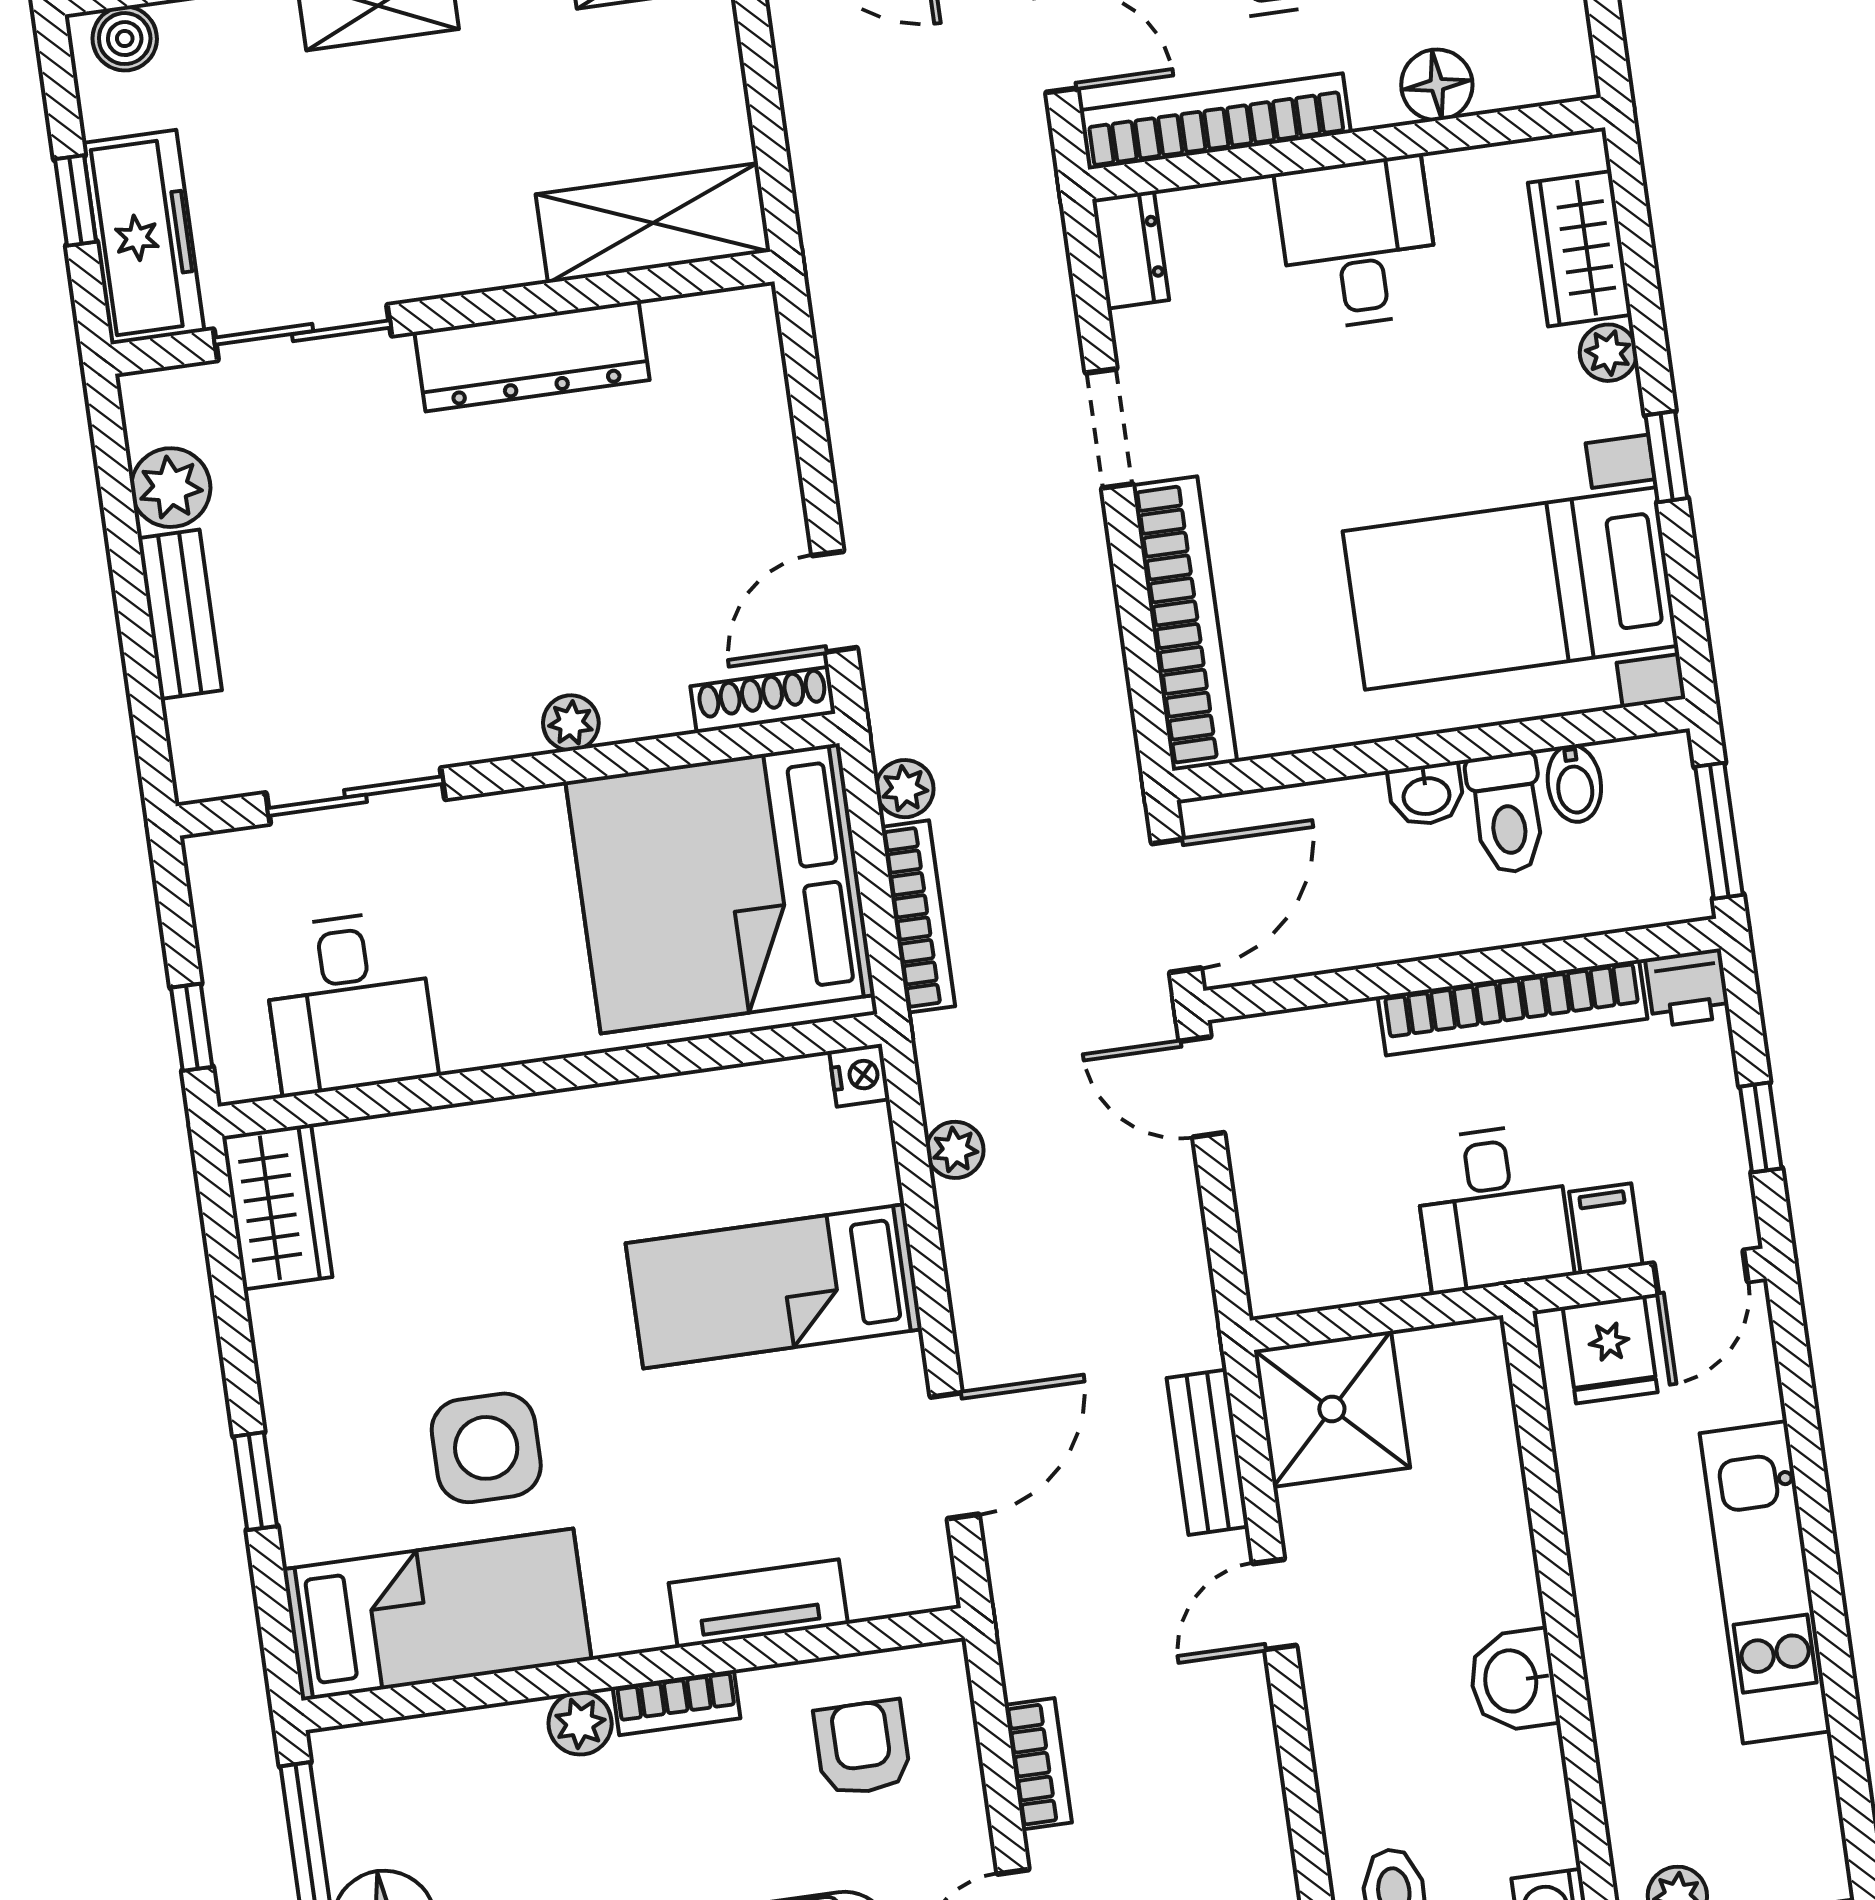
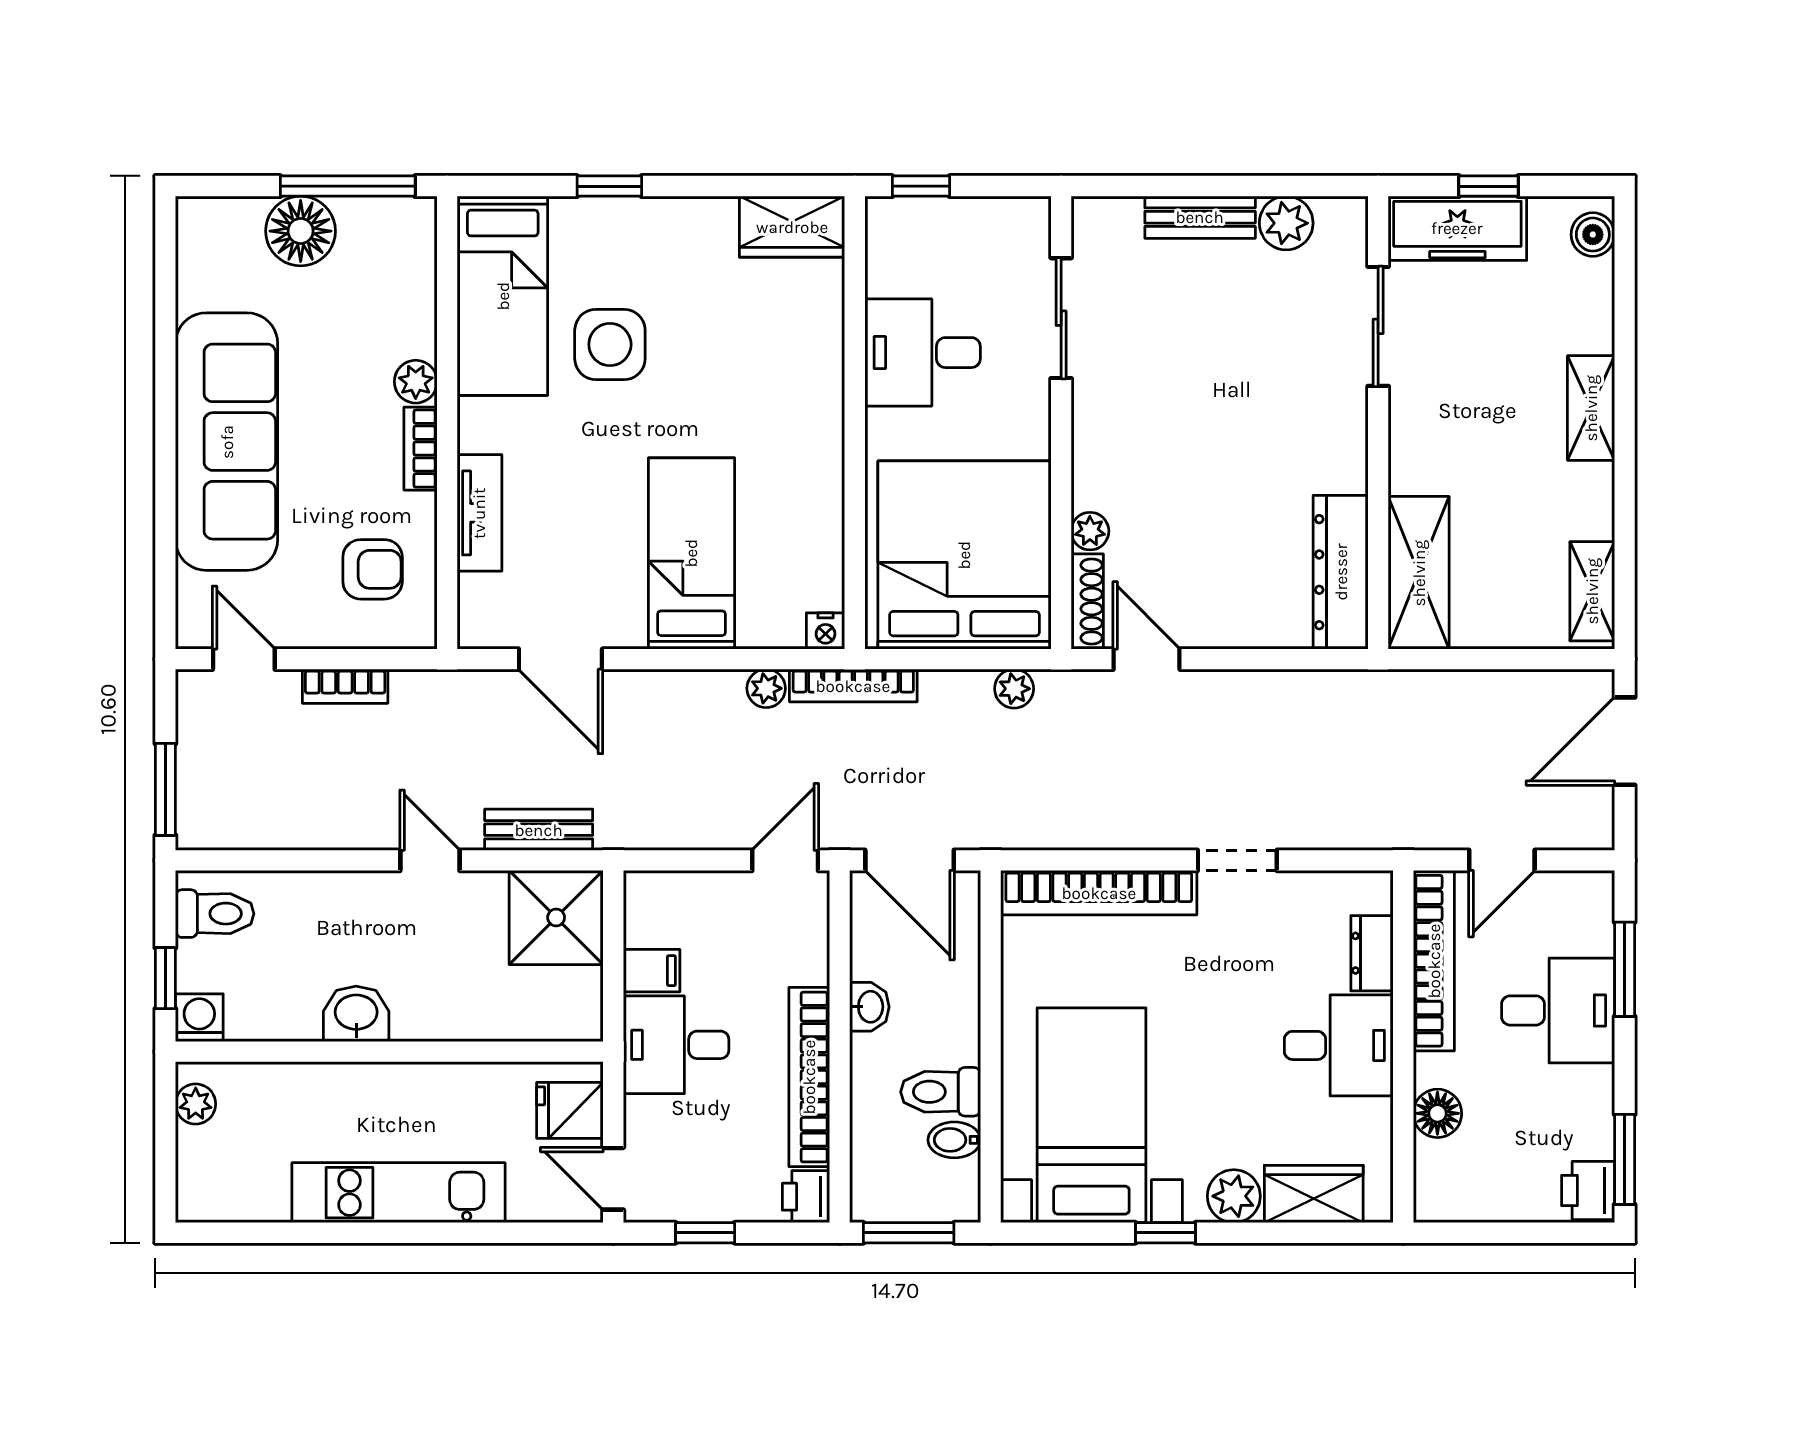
dresser: (1131, 250) -> (1372, 953), moved, turned 90
plant: (1608, 353) -> (1234, 1196), width x1.38, depth x1.38
dresser: (532, 356) -> (1341, 572), moved
plant: (571, 723) -> (1090, 531), moved
washbasin: (1426, 794) -> (869, 1007), moved, turned 180
bookcase: (918, 917) -> (853, 686), moved
desk: (349, 1003) -> (923, 353), moved
filing cabinet: (1606, 1229) -> (652, 971), moved

